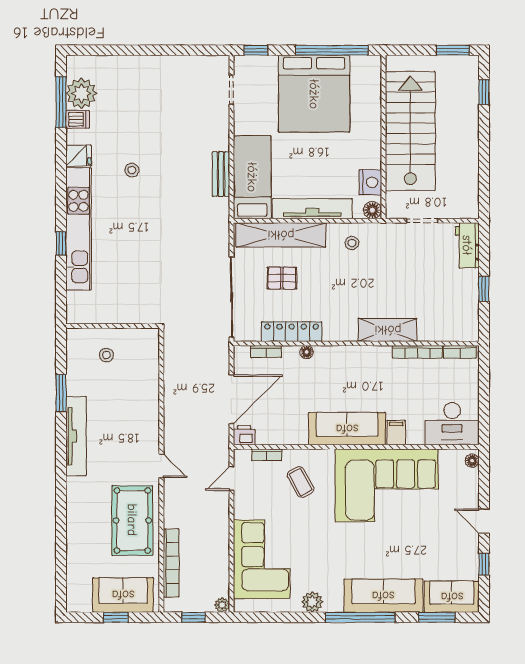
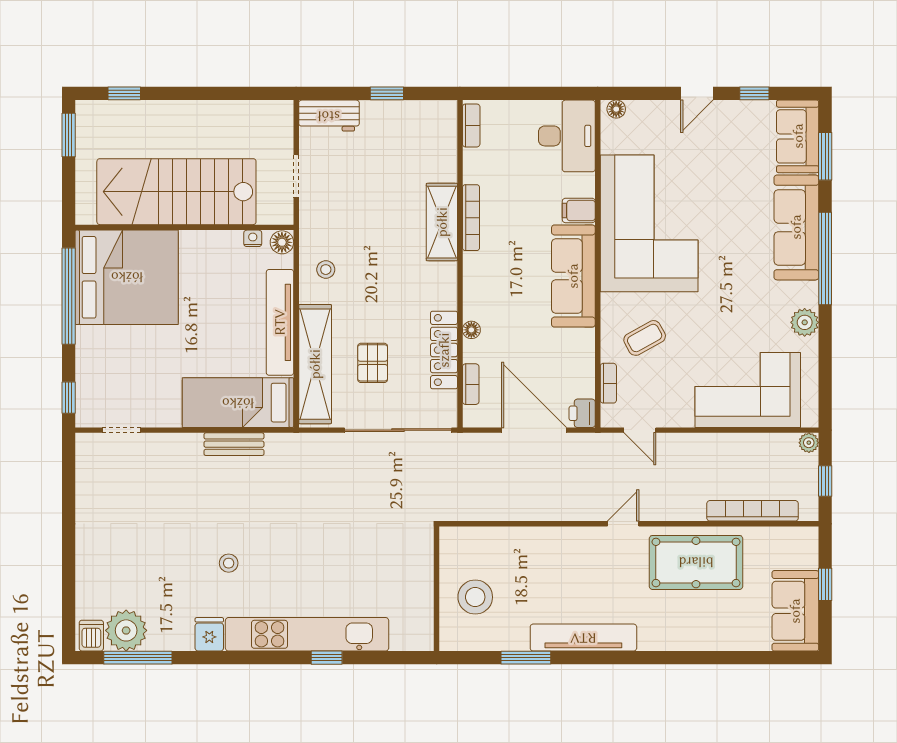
bed: (314, 94) -> (127, 277), moved
dishwasher: (78, 119) -> (91, 636), moved
nightstand: (370, 182) -> (253, 238), width x0.53, depth x0.56
bookcase: (417, 352) -> (471, 218), moved
stool: (106, 355) -> (475, 597), width x1.89, depth x1.89
sofa: (123, 595) -> (795, 611), moved

